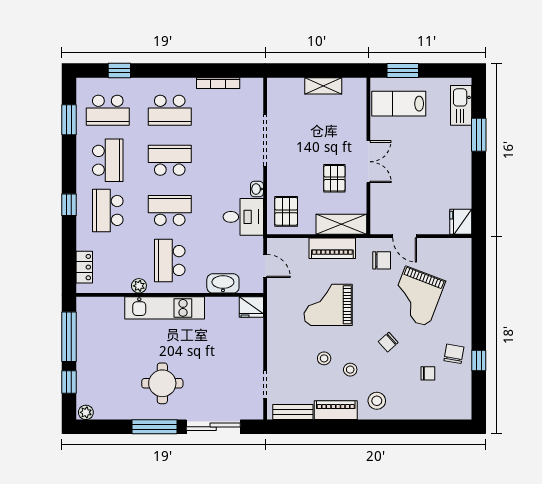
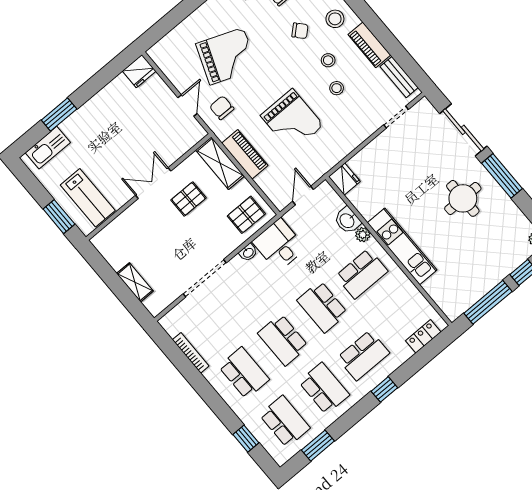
shelving: (323, 86) -> (135, 282), moved
school desk: (108, 160) -> (324, 388), turned 90
washbasin: (223, 283) -> (347, 220), width x0.72
plant: (139, 286) -> (363, 235), moved
chair: (388, 342) -> (300, 31), moved

